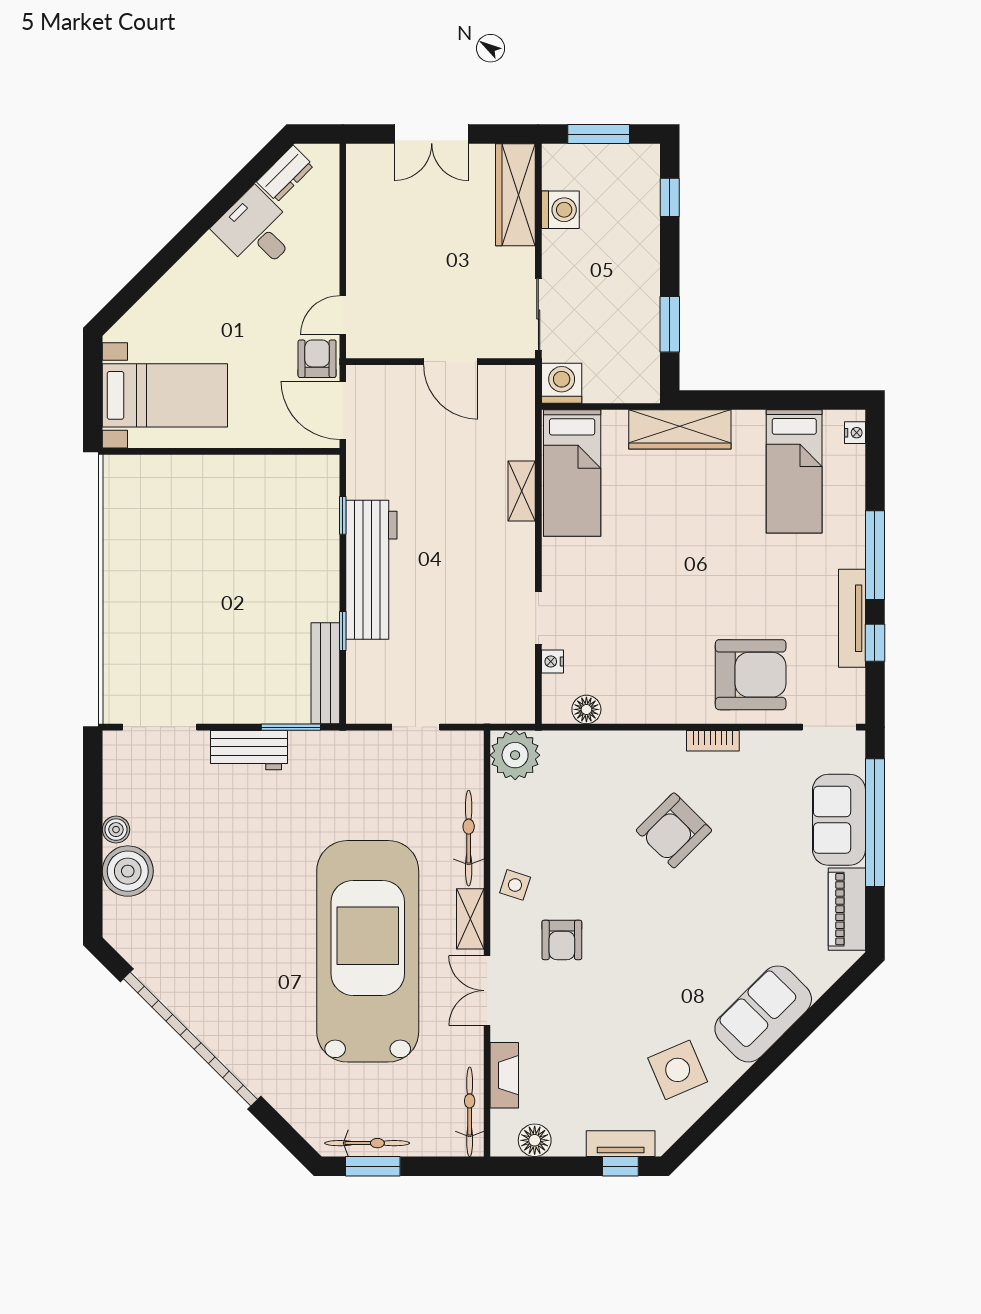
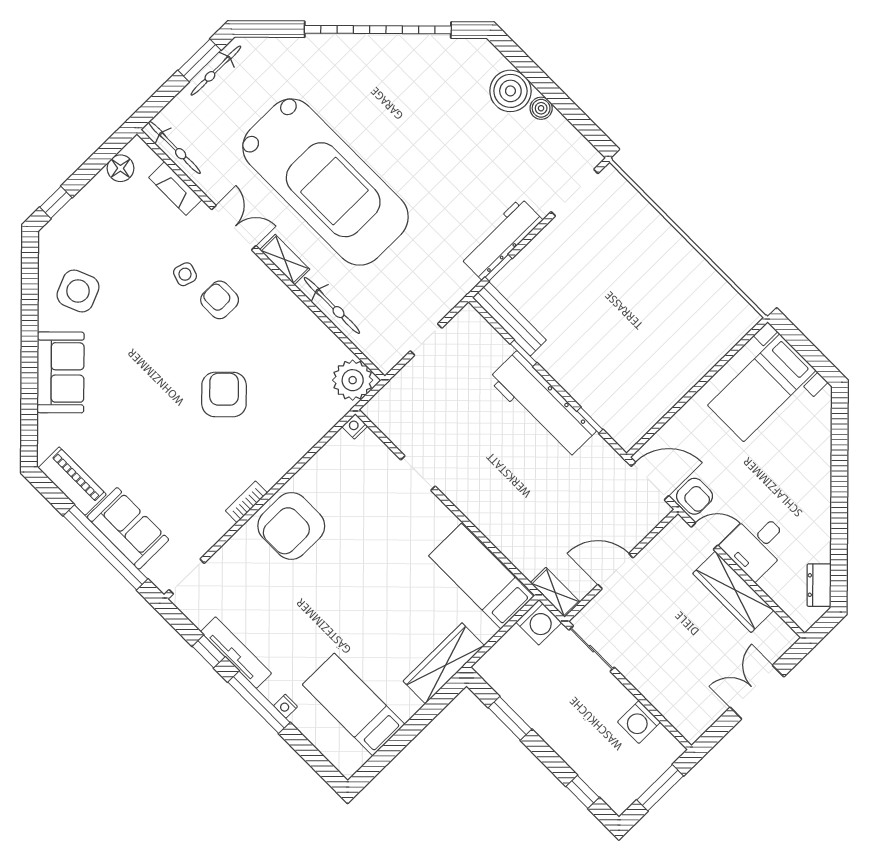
wardrobe: (515, 195) -> (733, 592), moved, turned 180
desk: (256, 230) -> (756, 545), moved, turned 135
door: (343, 315) -> (704, 536), hinge flipped
nightstand: (855, 433) -> (286, 706), moved
shelving: (522, 491) -> (555, 592), moved
nightstand: (552, 662) -> (355, 426), moved, turned -90
armchair: (751, 675) -> (291, 526), moved
floor lamp: (586, 709) -> (337, 447), removed
window: (291, 727) -> (499, 268), width x0.67
workbench: (249, 750) -> (501, 239), width x1.38
armchair: (674, 830) -> (224, 395), moved
side table: (515, 885) -> (185, 274), moved
tv unit: (621, 1144) -> (69, 216), removed

